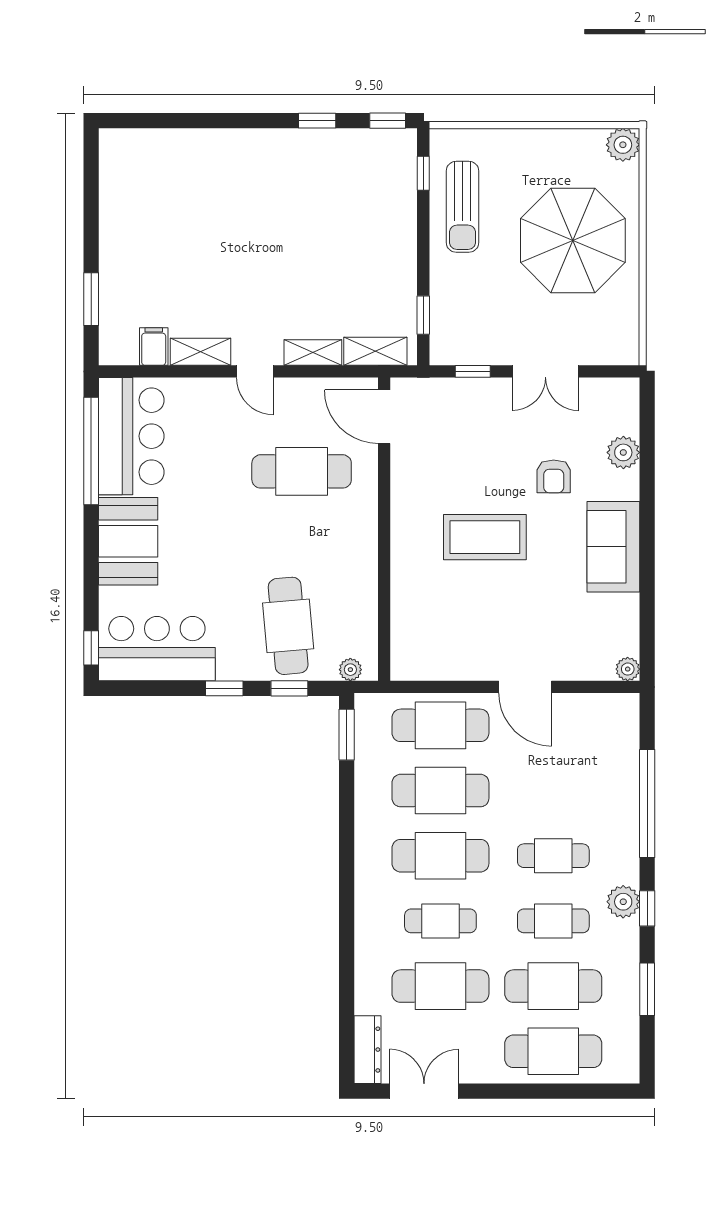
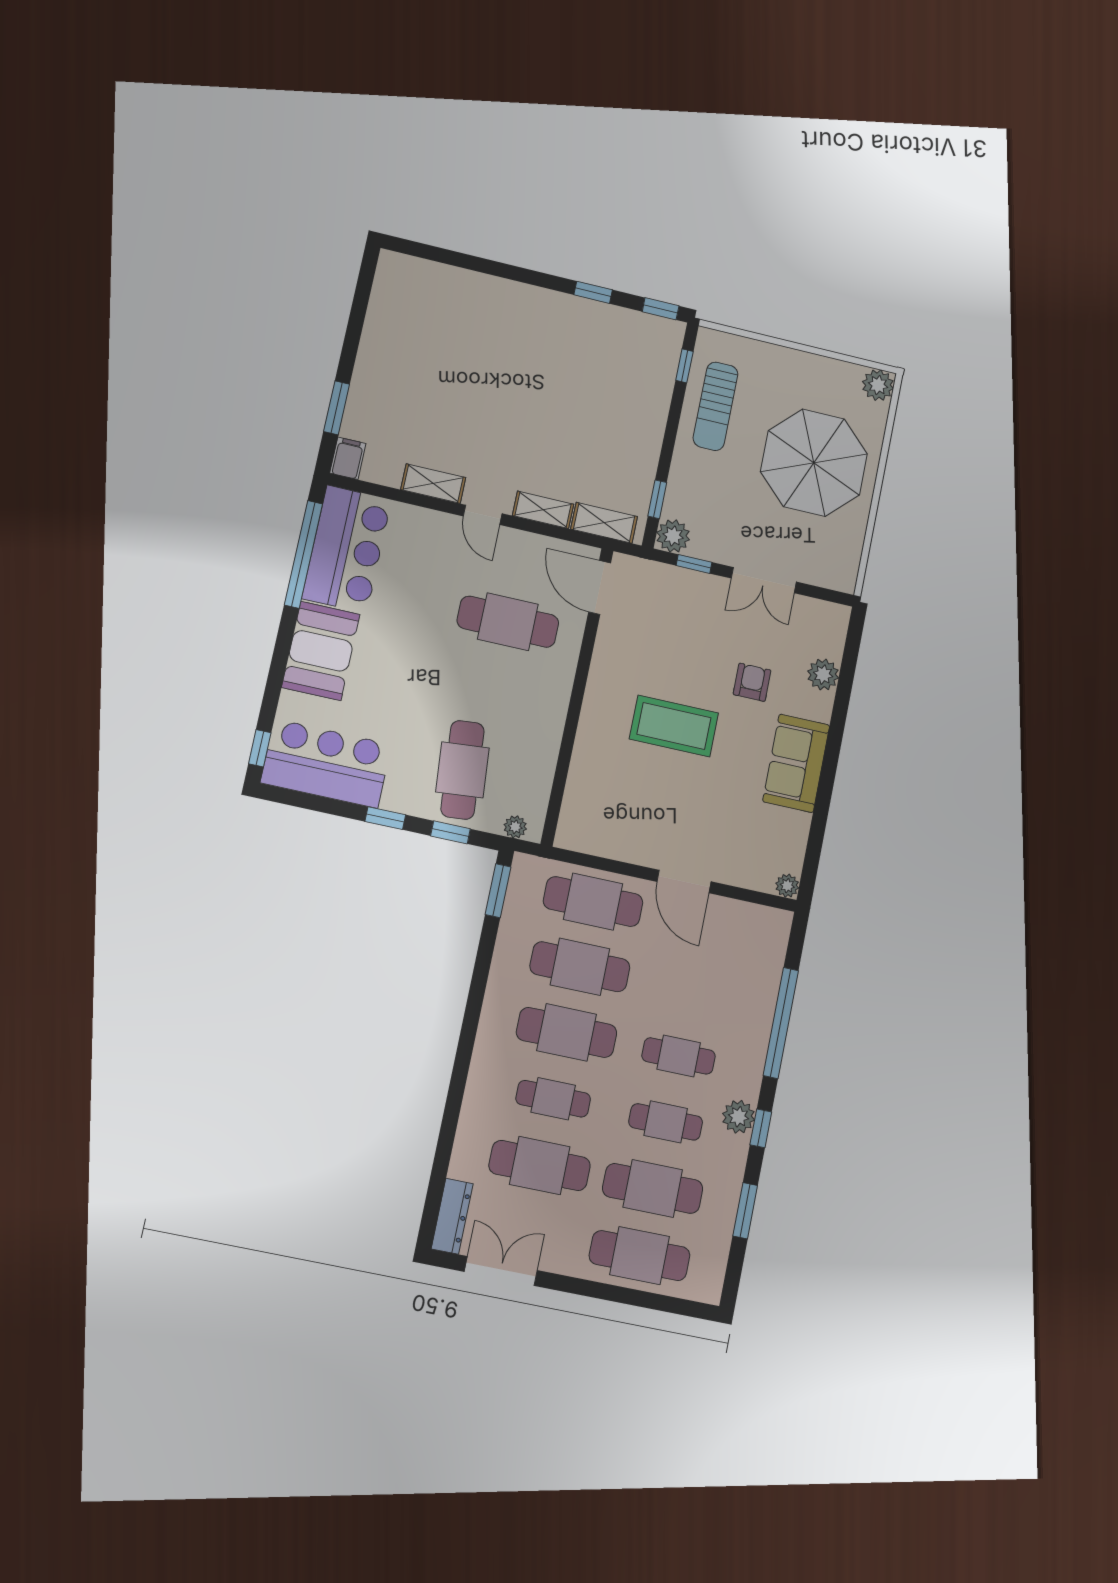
filing cabinet: (154, 347) -> (348, 458), moved
plant: (446, 348) -> (673, 536), added
armchair: (554, 476) -> (752, 682), turned 180

